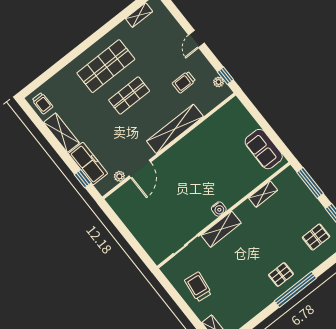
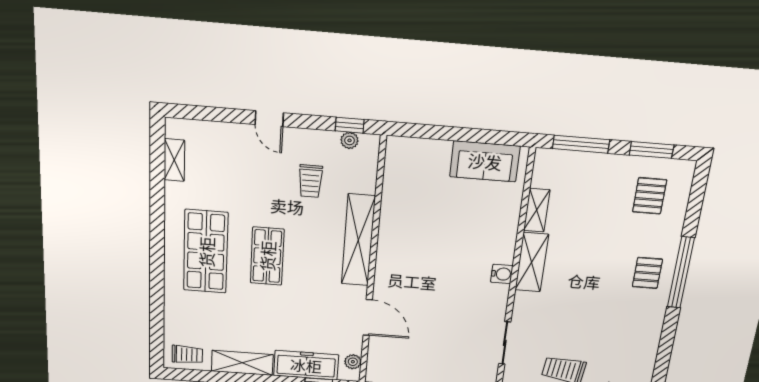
plant: (119, 176) -> (353, 362), moved
shelving: (221, 229) -> (532, 262), moved

